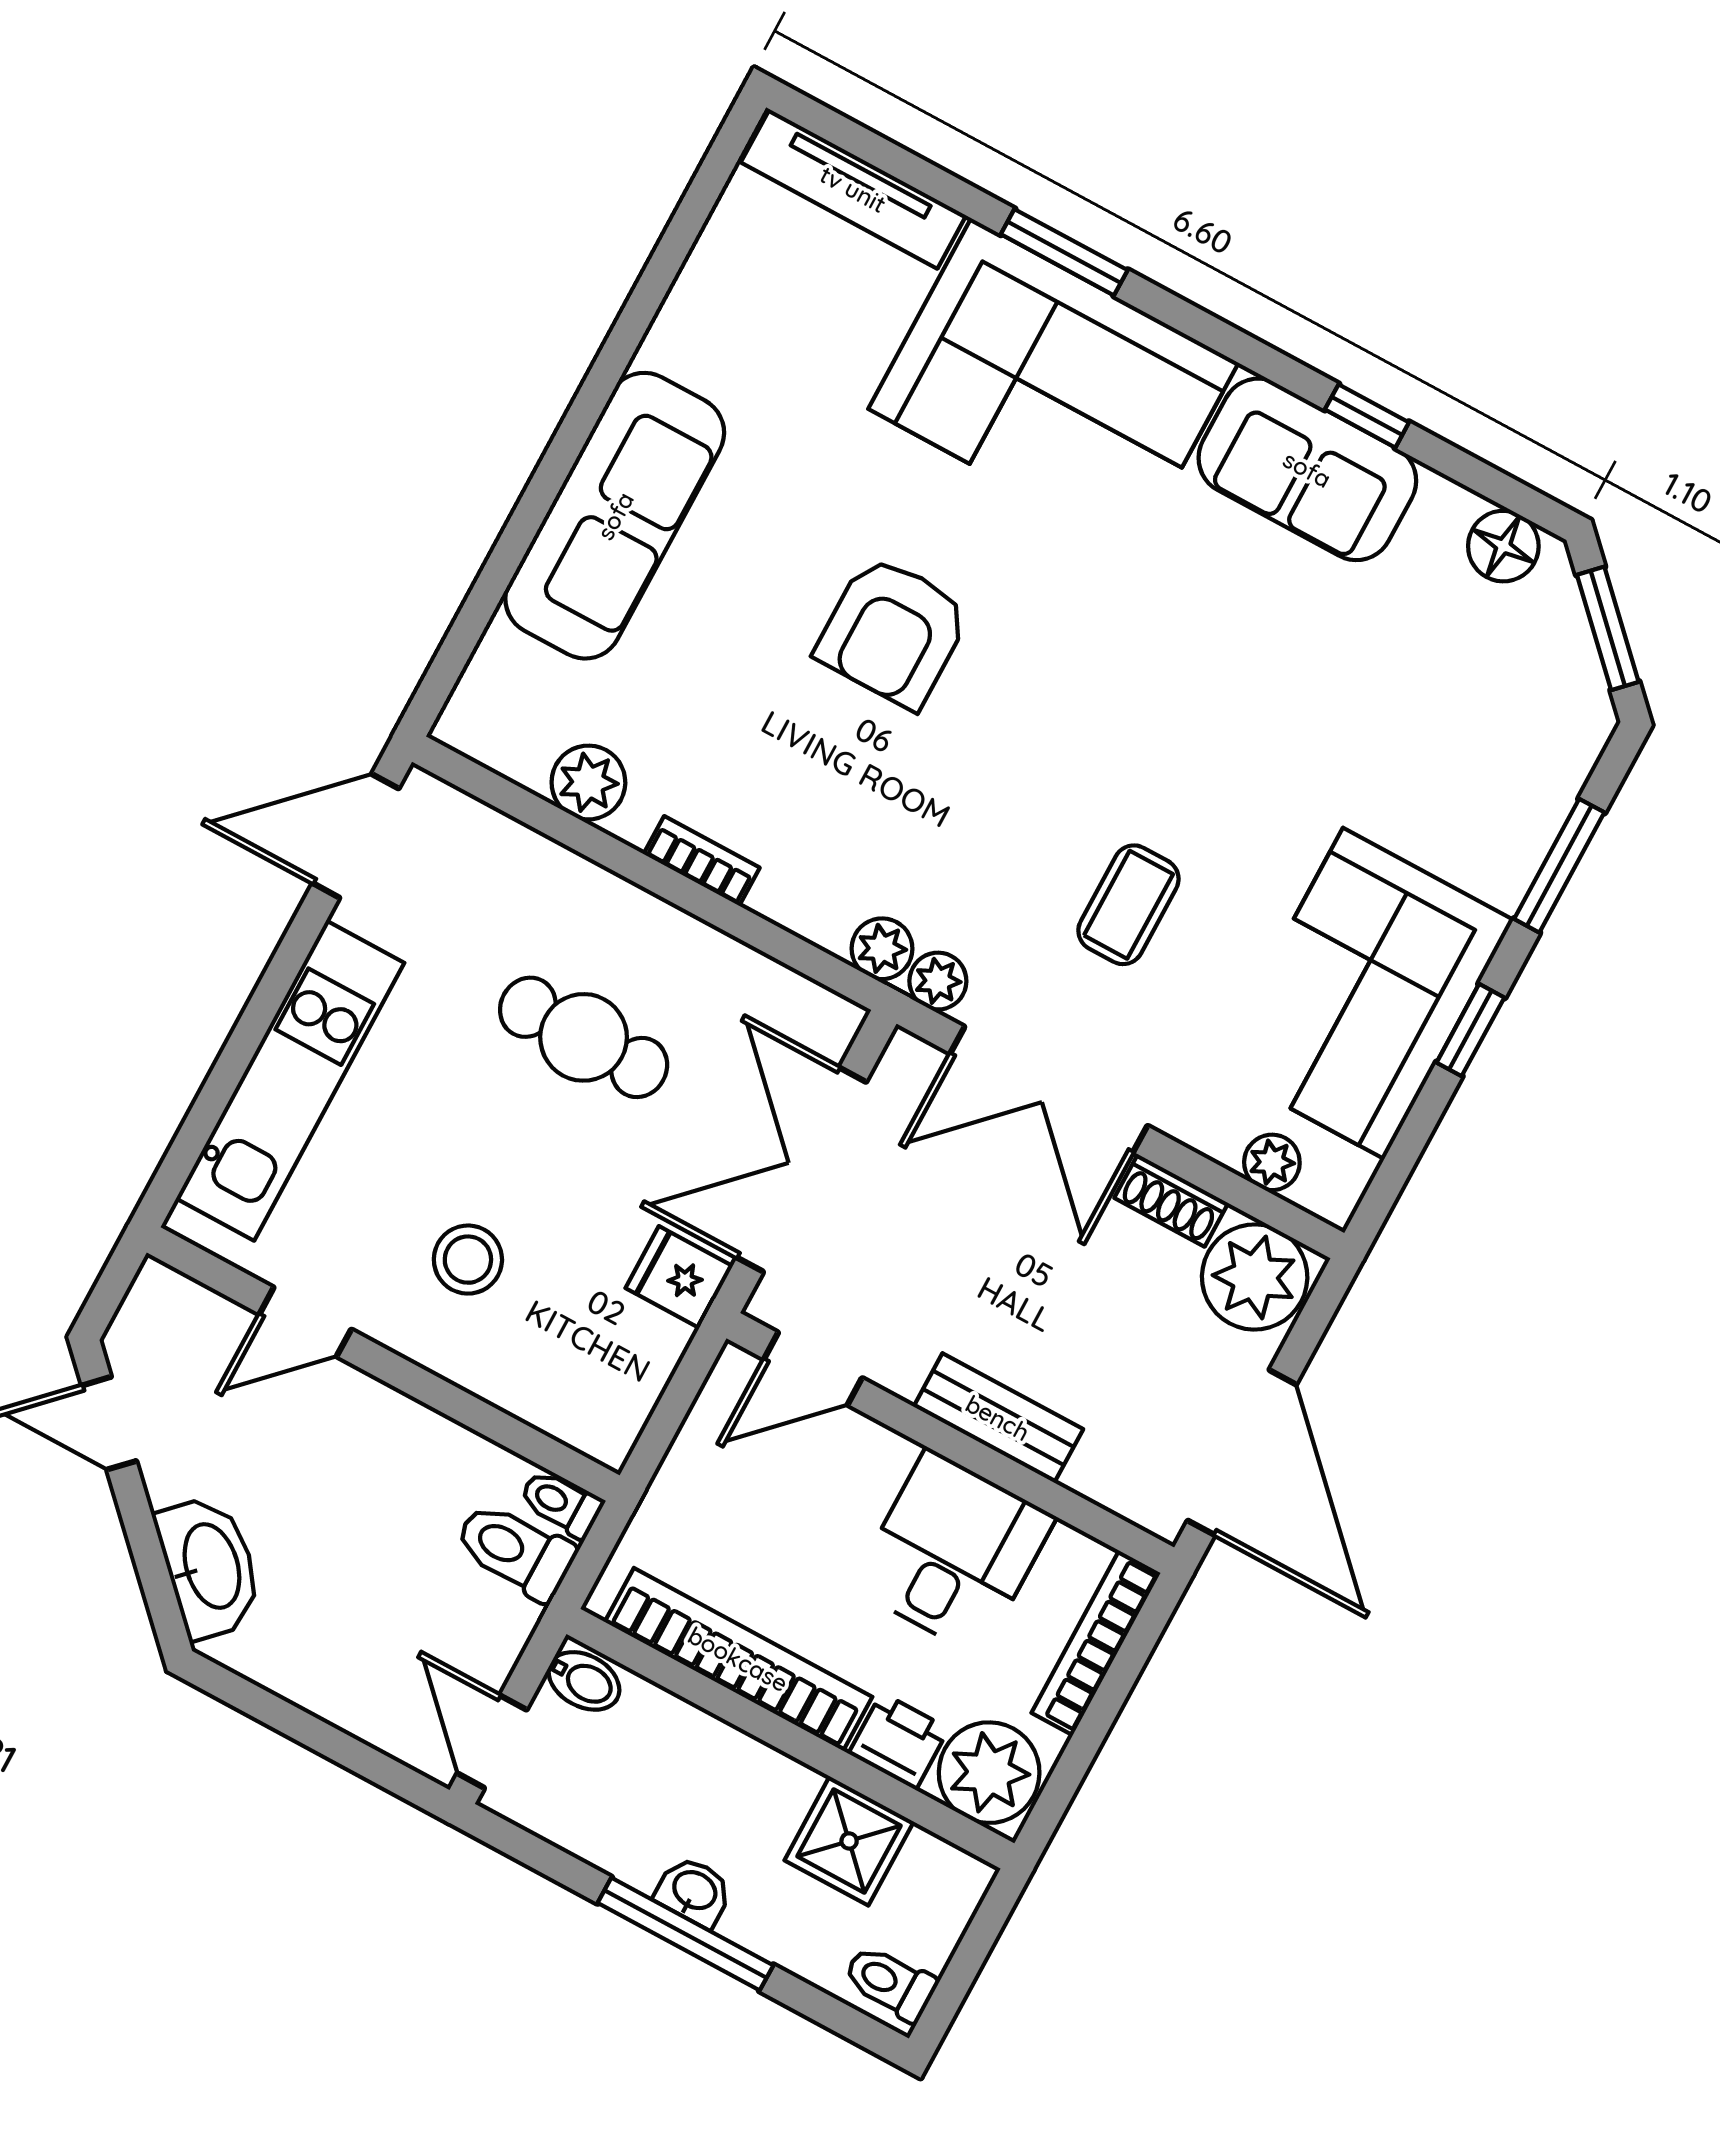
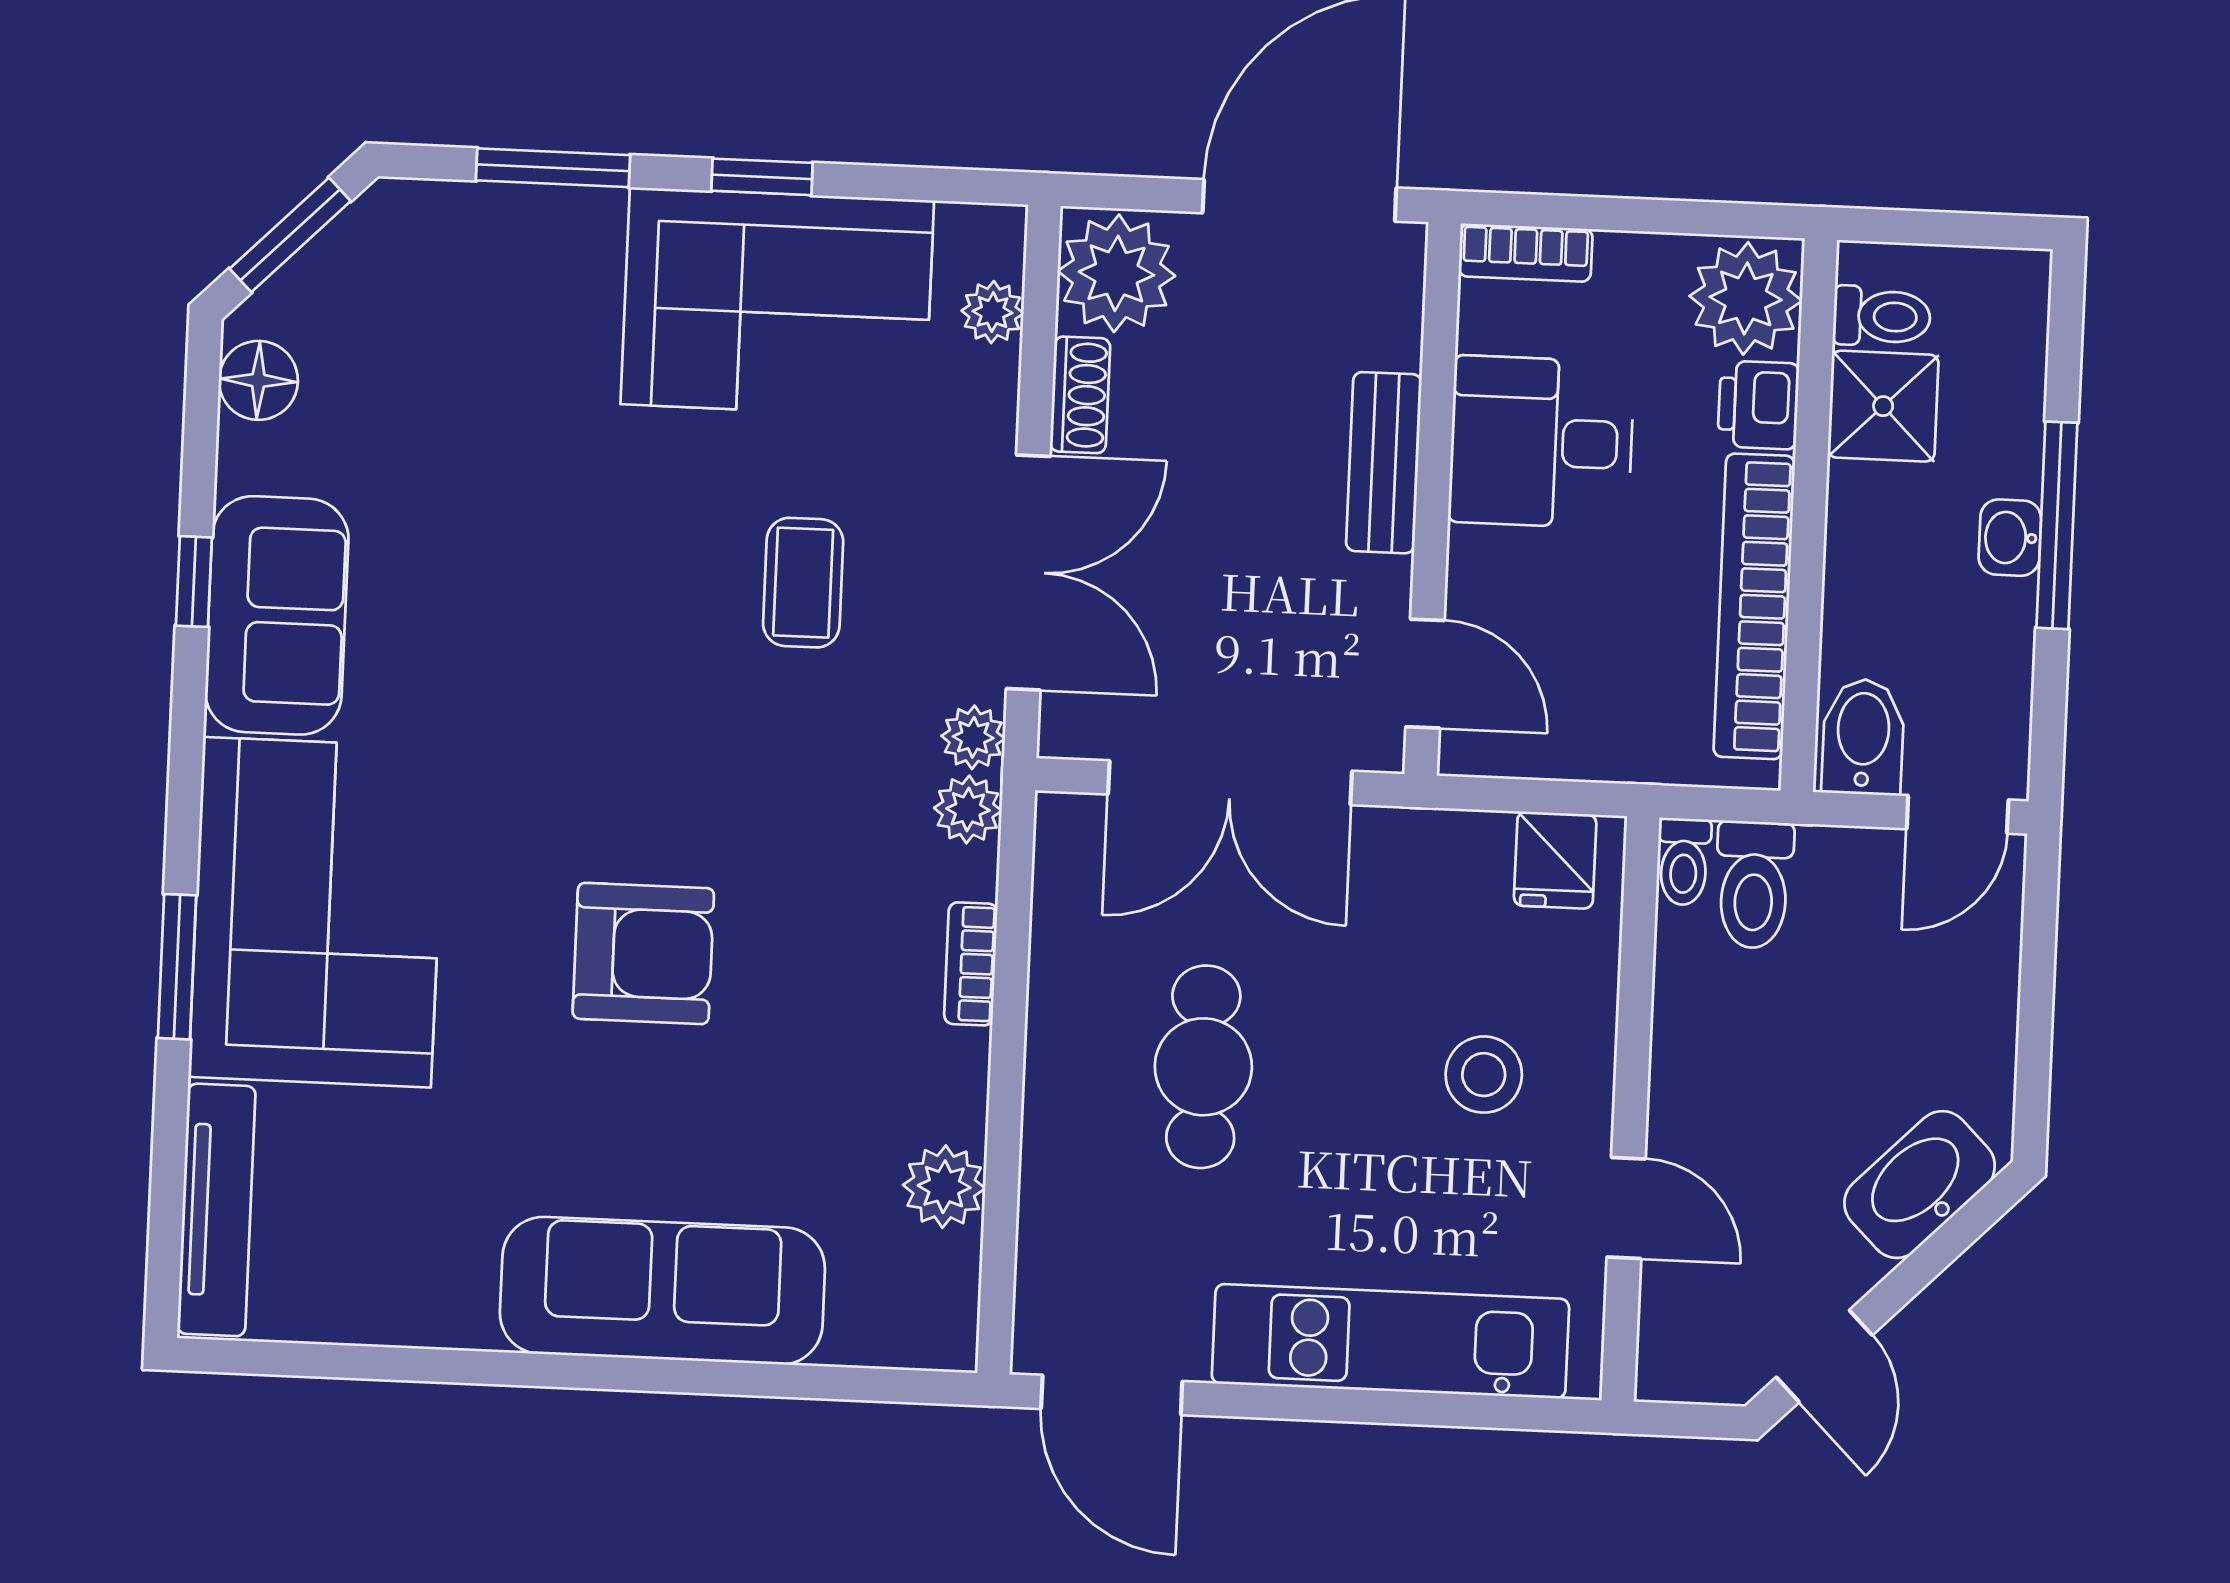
bookcase: (702, 861) -> (971, 964), moved
coffee table: (1128, 905) -> (803, 583), turned 90
fridge: (679, 1277) -> (1555, 860), moved
bookcase: (1096, 1643) -> (1526, 253), width x0.64
bidet: (584, 1681) -> (1863, 737), width x1.38, depth x1.36
toilet: (890, 1983) -> (1882, 316), moved, turned -90

